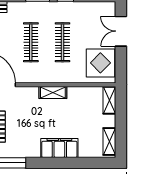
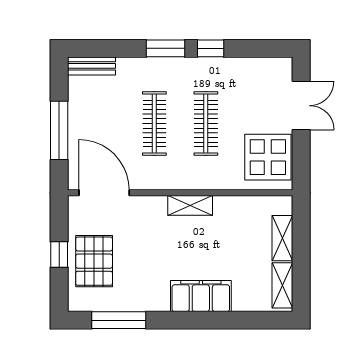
double door: (121, 31) -> (301, 106), swing flipped
shelving: (109, 100) -> (282, 238), moved

